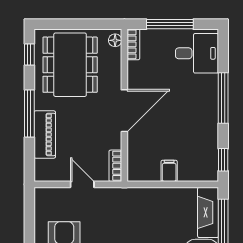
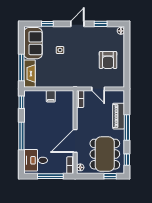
window: (60, 24) -> (110, 176), added
door: (124, 111) -> (75, 141), moved

